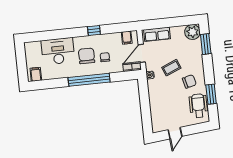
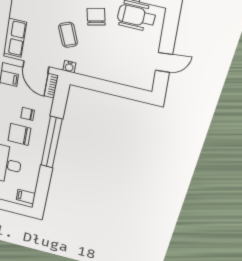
door: (175, 133) -> (164, 62), hinge flipped

